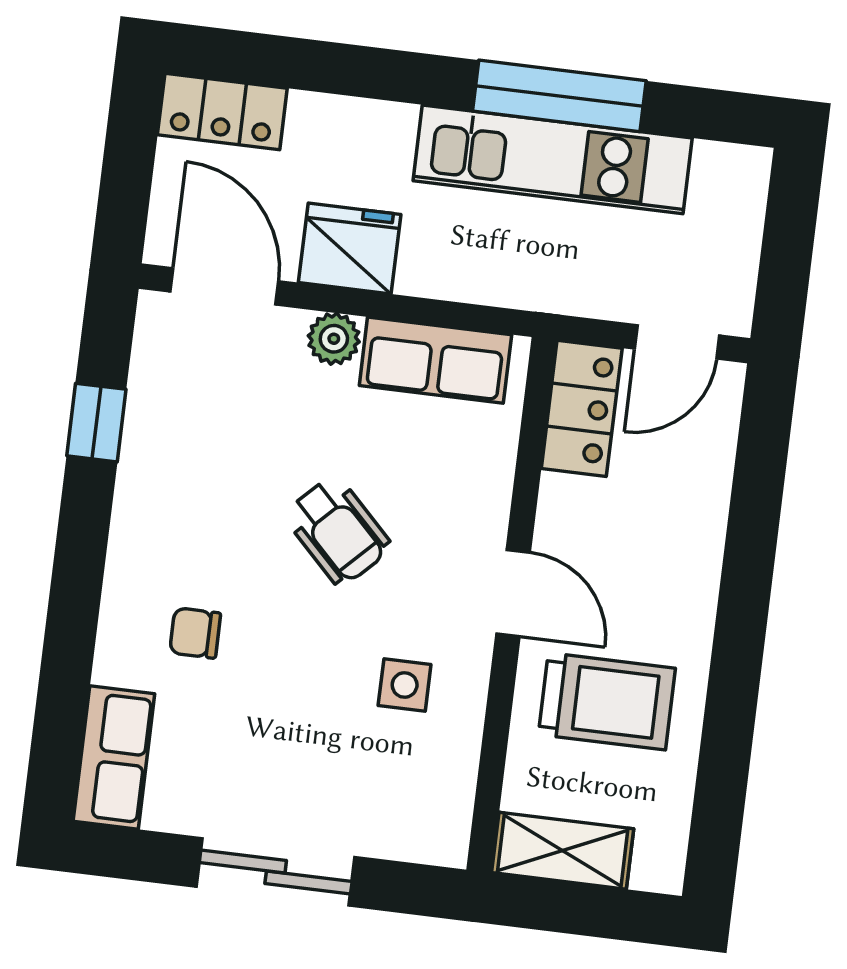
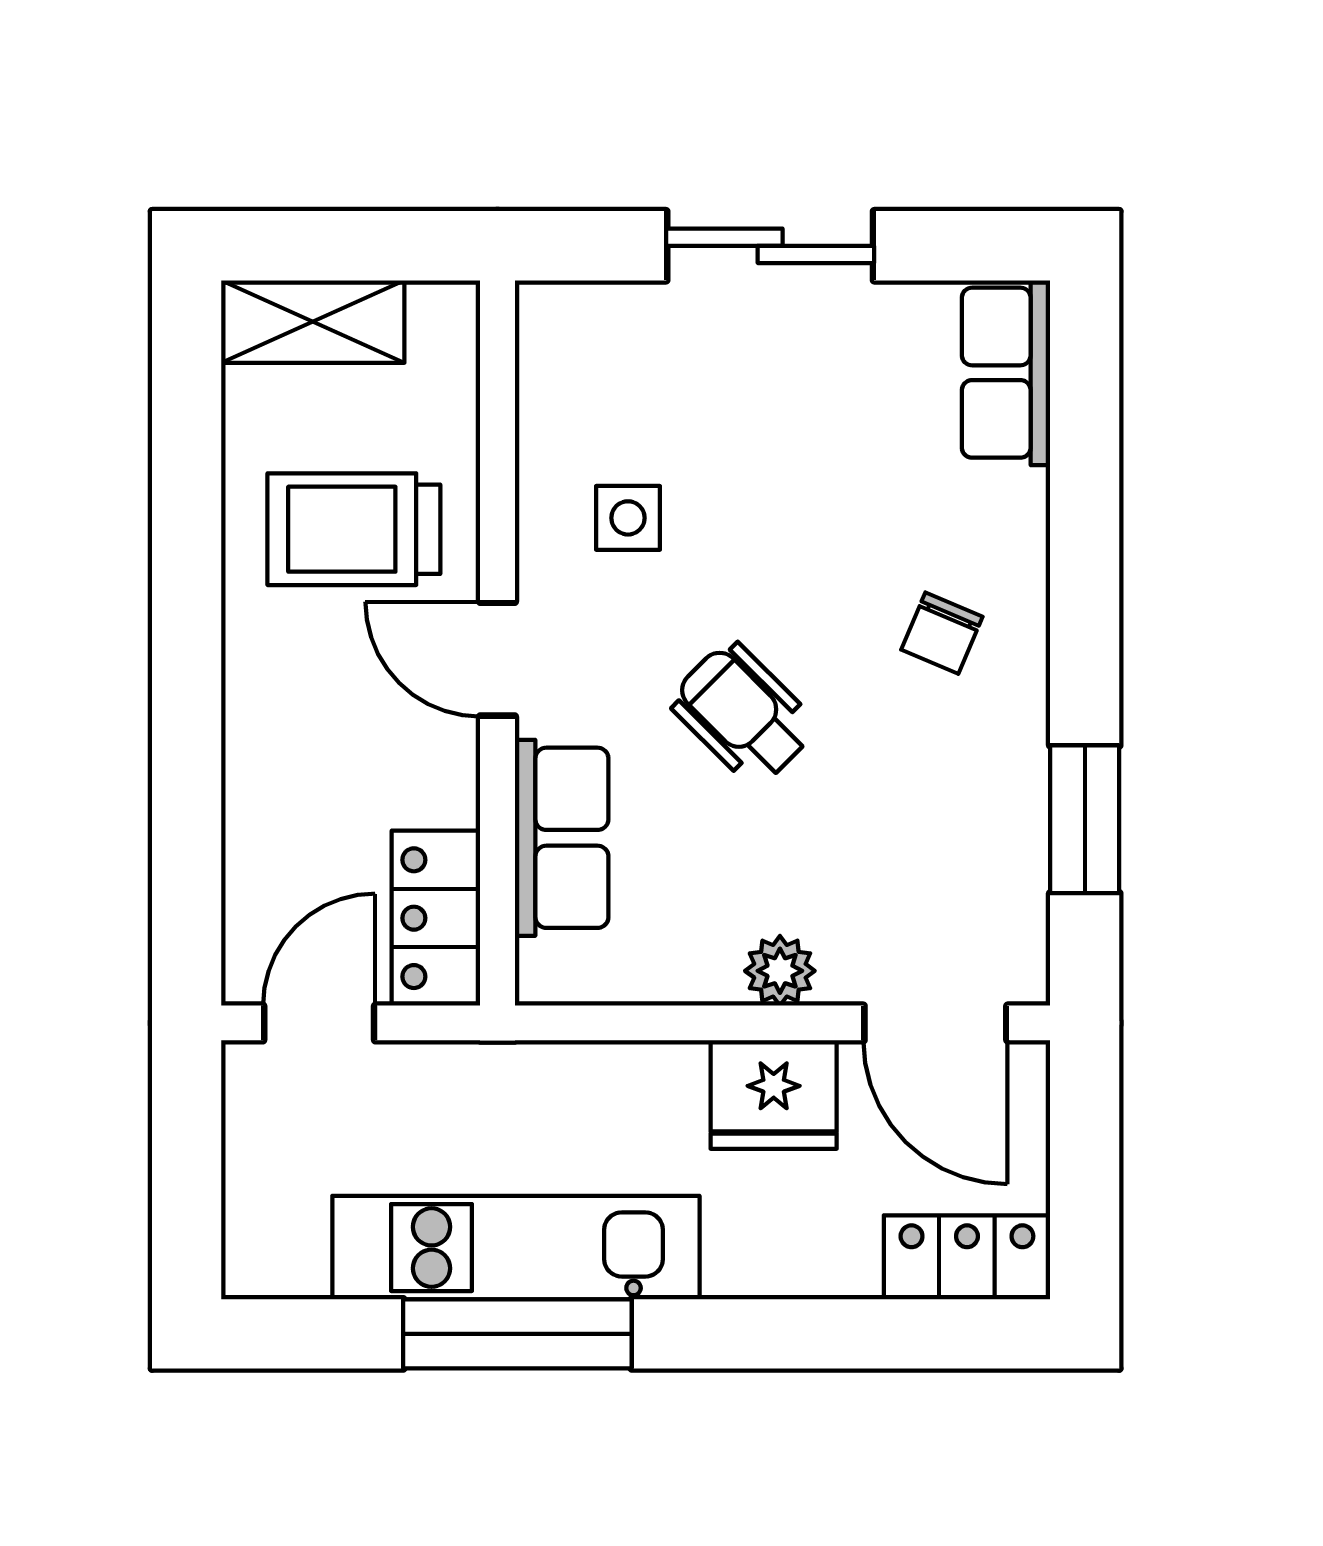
row of seats: (435, 360) -> (562, 838), moved, turned 90
window: (96, 423) -> (1085, 819), width x1.50
chair: (195, 633) -> (942, 633), moved, turned 113
shelving: (563, 851) -> (313, 322), moved

